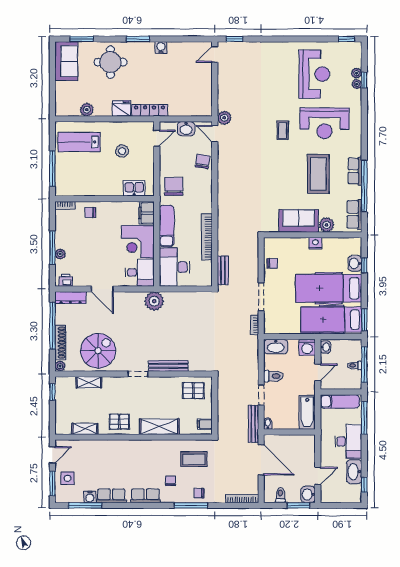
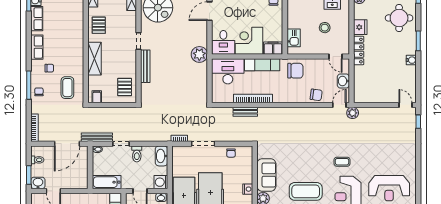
bench: (223, 270) -> (245, 112), moved

